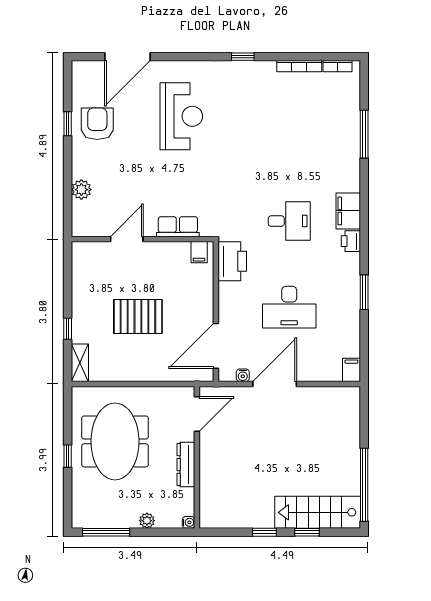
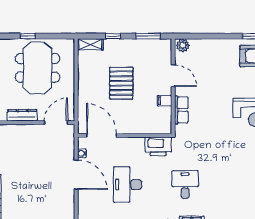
plant: (81, 190) -> (183, 45), moved
desk: (289, 221) -> (185, 185), turned 180
filing cabinet: (199, 252) -> (164, 101), moved
window: (68, 277) -> (148, 36), added
door: (197, 414) -> (56, 123), swing flipped
meeting table: (115, 441) -> (38, 68), turned 90

